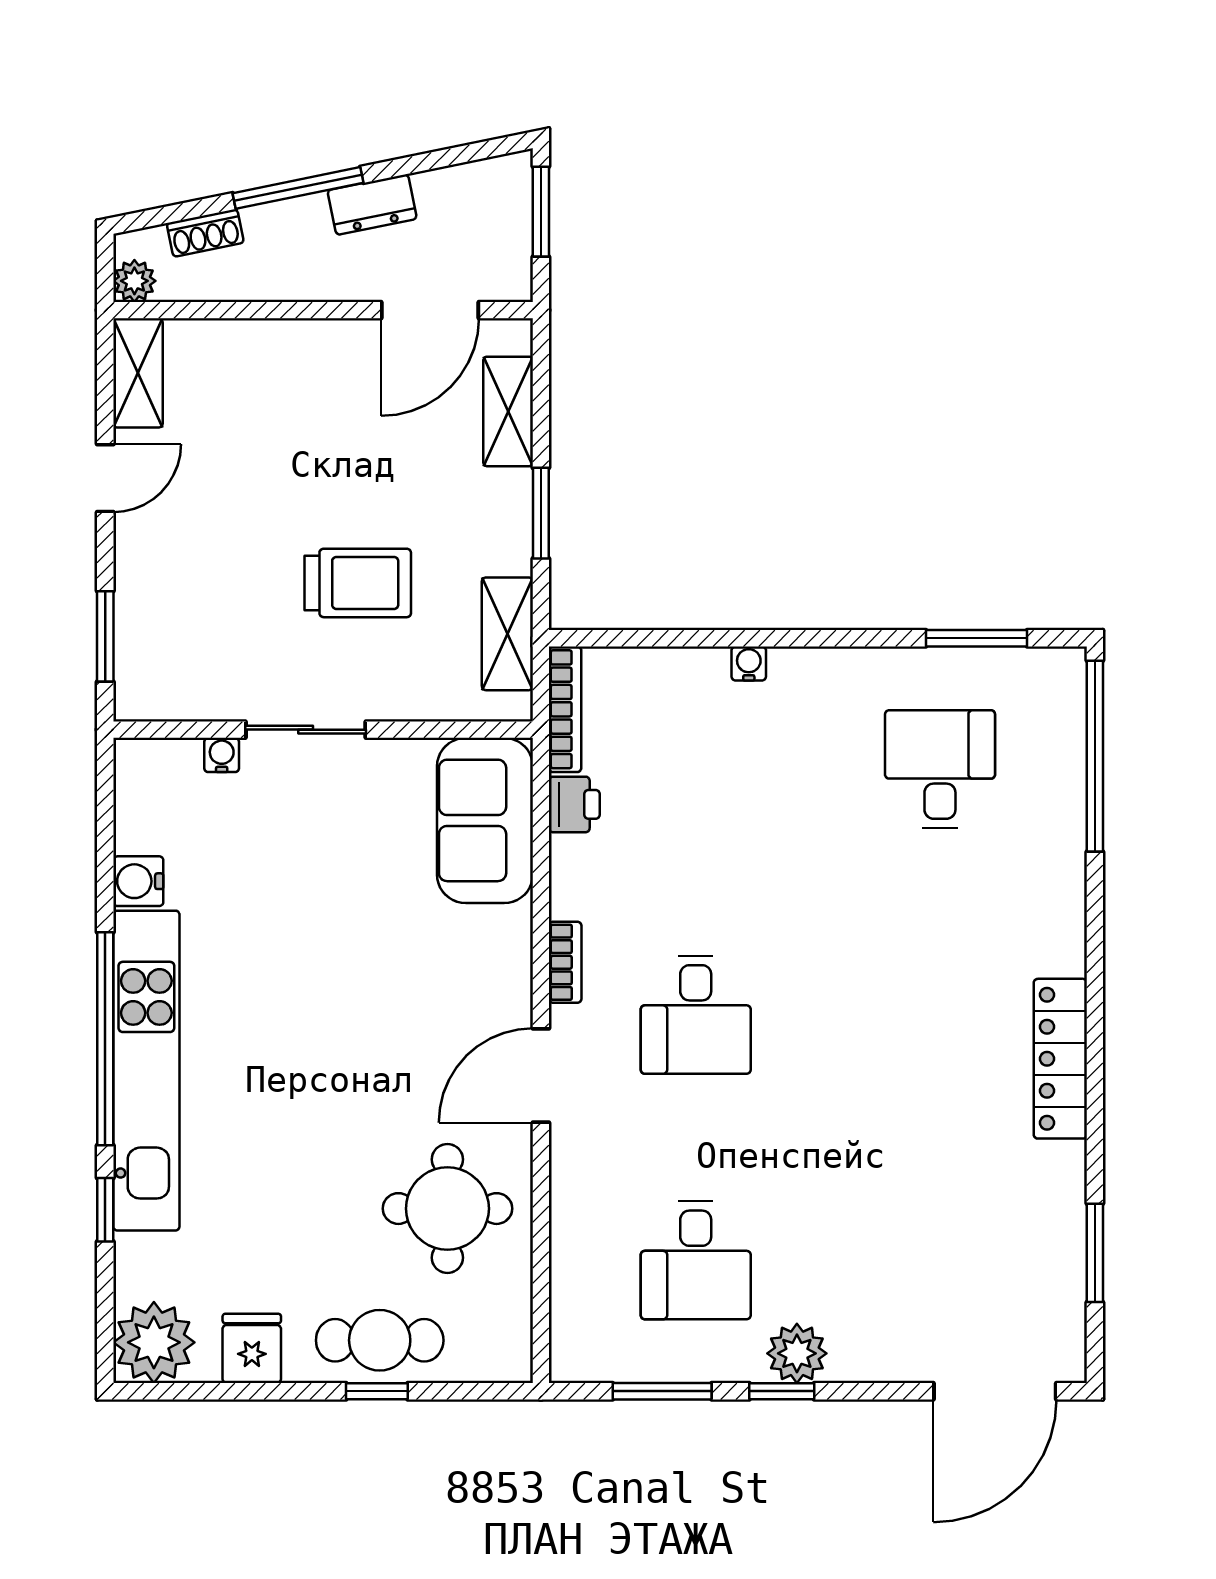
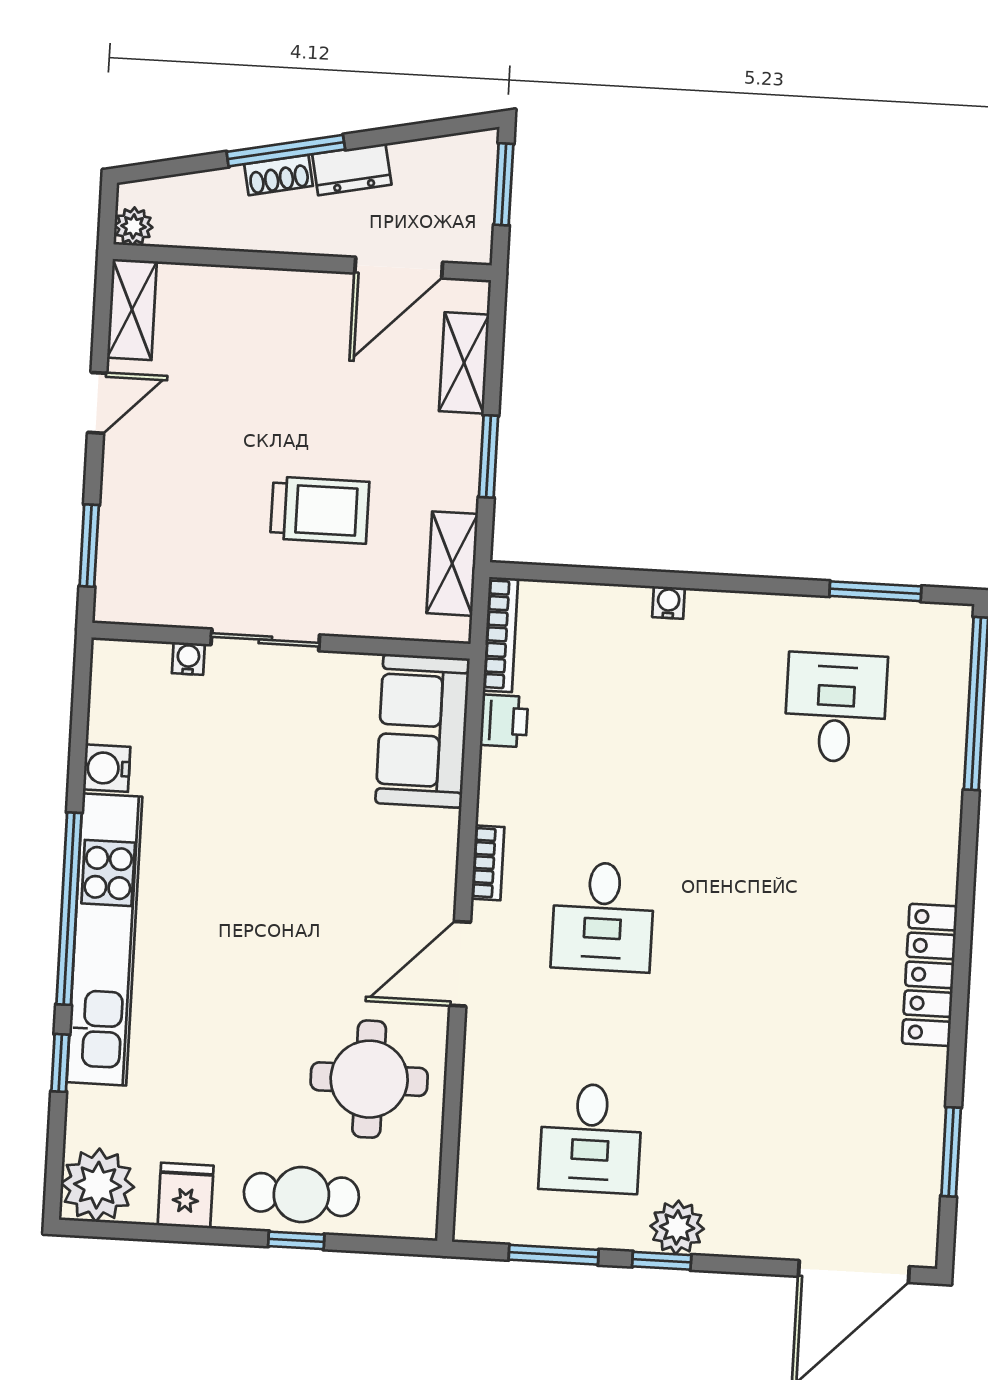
shoe rack: (205, 233) -> (278, 175), moved

